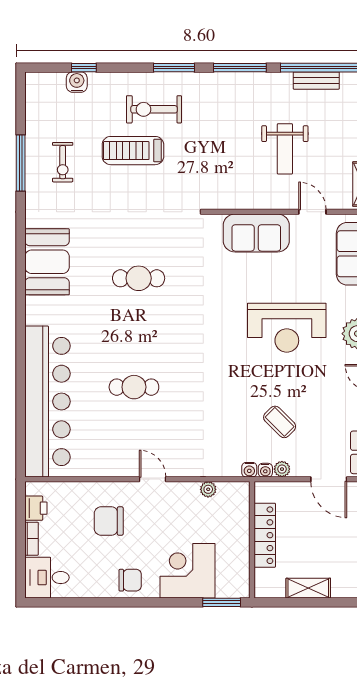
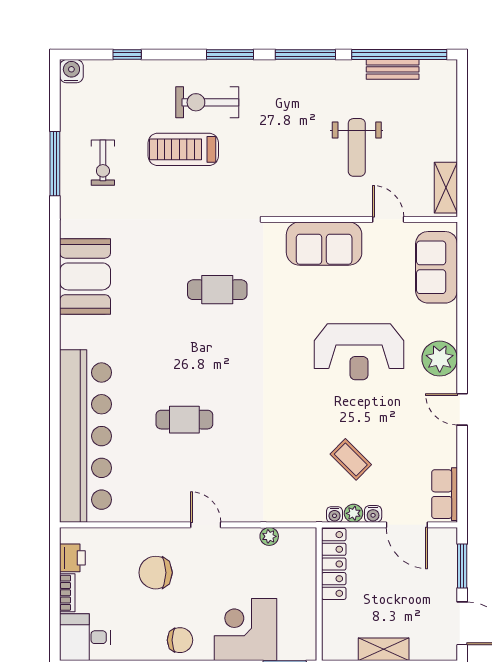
water cooler: (77, 82) -> (71, 71), moved
cafe table: (139, 278) -> (217, 290), moved
water cooler: (249, 470) -> (373, 514), moved
locker: (265, 535) -> (334, 564), moved

